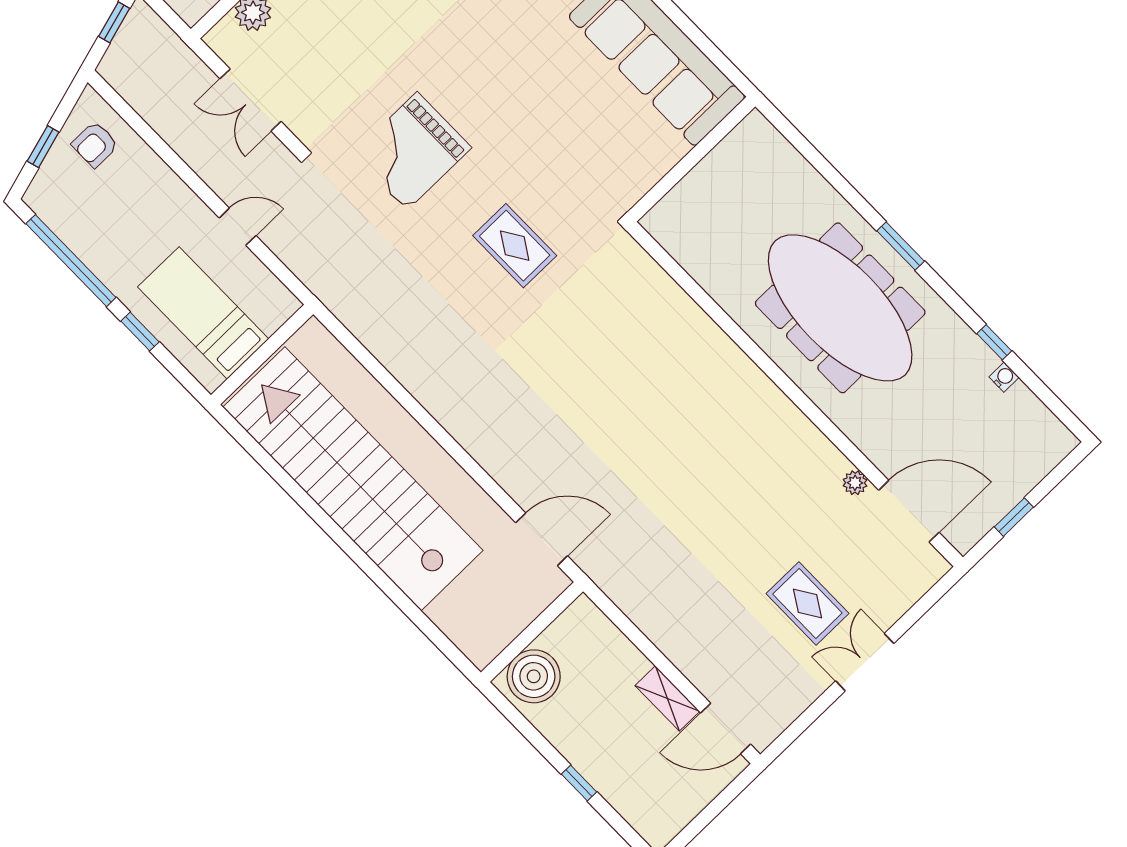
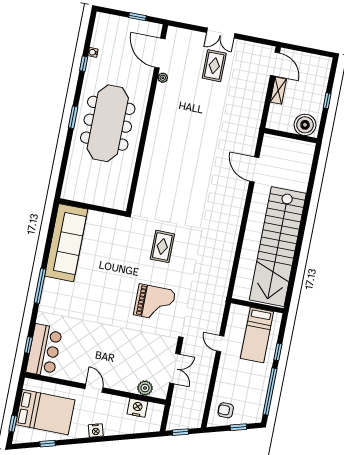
armchair: (95, 144) -> (226, 410), turned 180
wall: (532, 632) -> (291, 136), moved
boiler: (534, 676) -> (305, 125), moved

